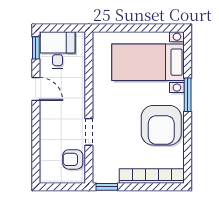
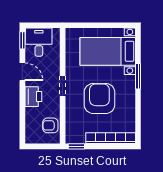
printer: (50, 121) -> (33, 97), added
armchair: (161, 125) -> (99, 98), moved, turned 180
doorway: (89, 132) -> (63, 86), moved

